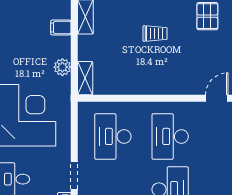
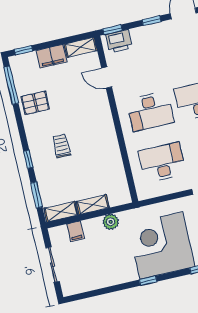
shelving: (85, 78) -> (93, 205), moved
desk: (113, 136) -> (162, 162), turned 180

